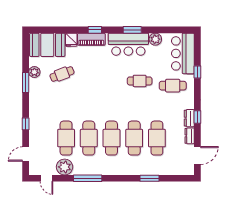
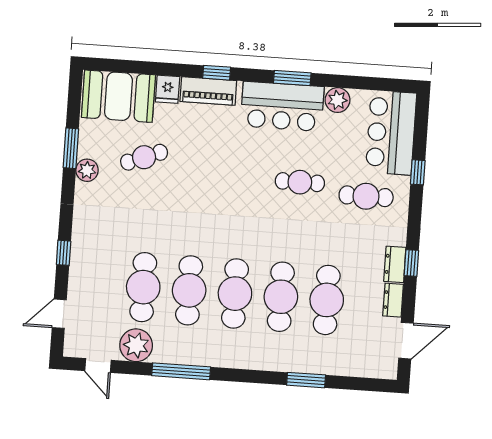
plant: (34, 72) -> (87, 170), moved
window: (26, 82) -> (71, 148), moved

